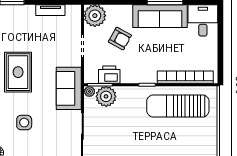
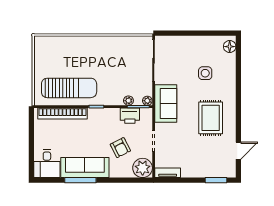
tv unit: (50, 10) -> (168, 173), moved
armchair: (120, 39) -> (120, 148), turned -146
plant: (106, 96) -> (128, 101), width x0.53, depth x0.53

